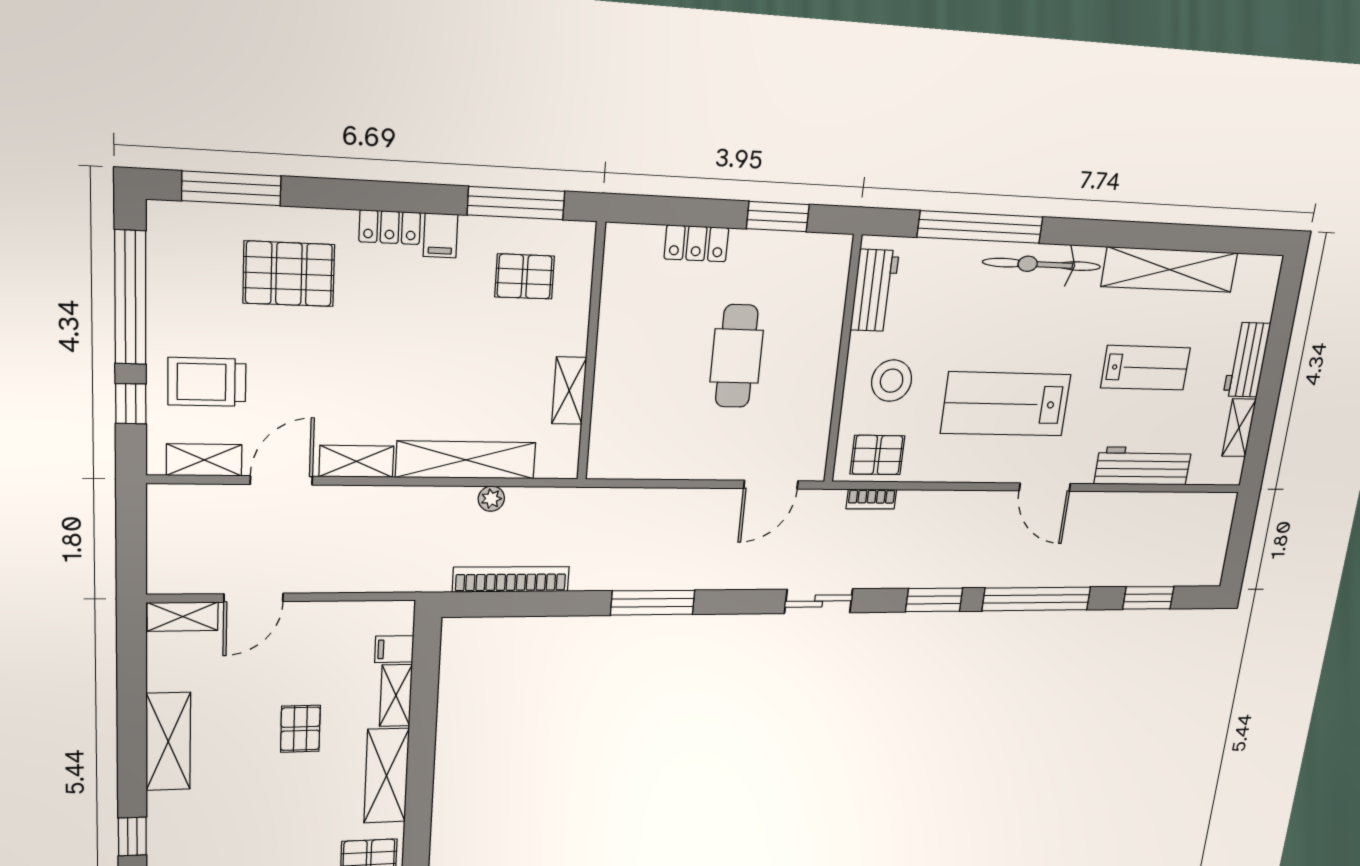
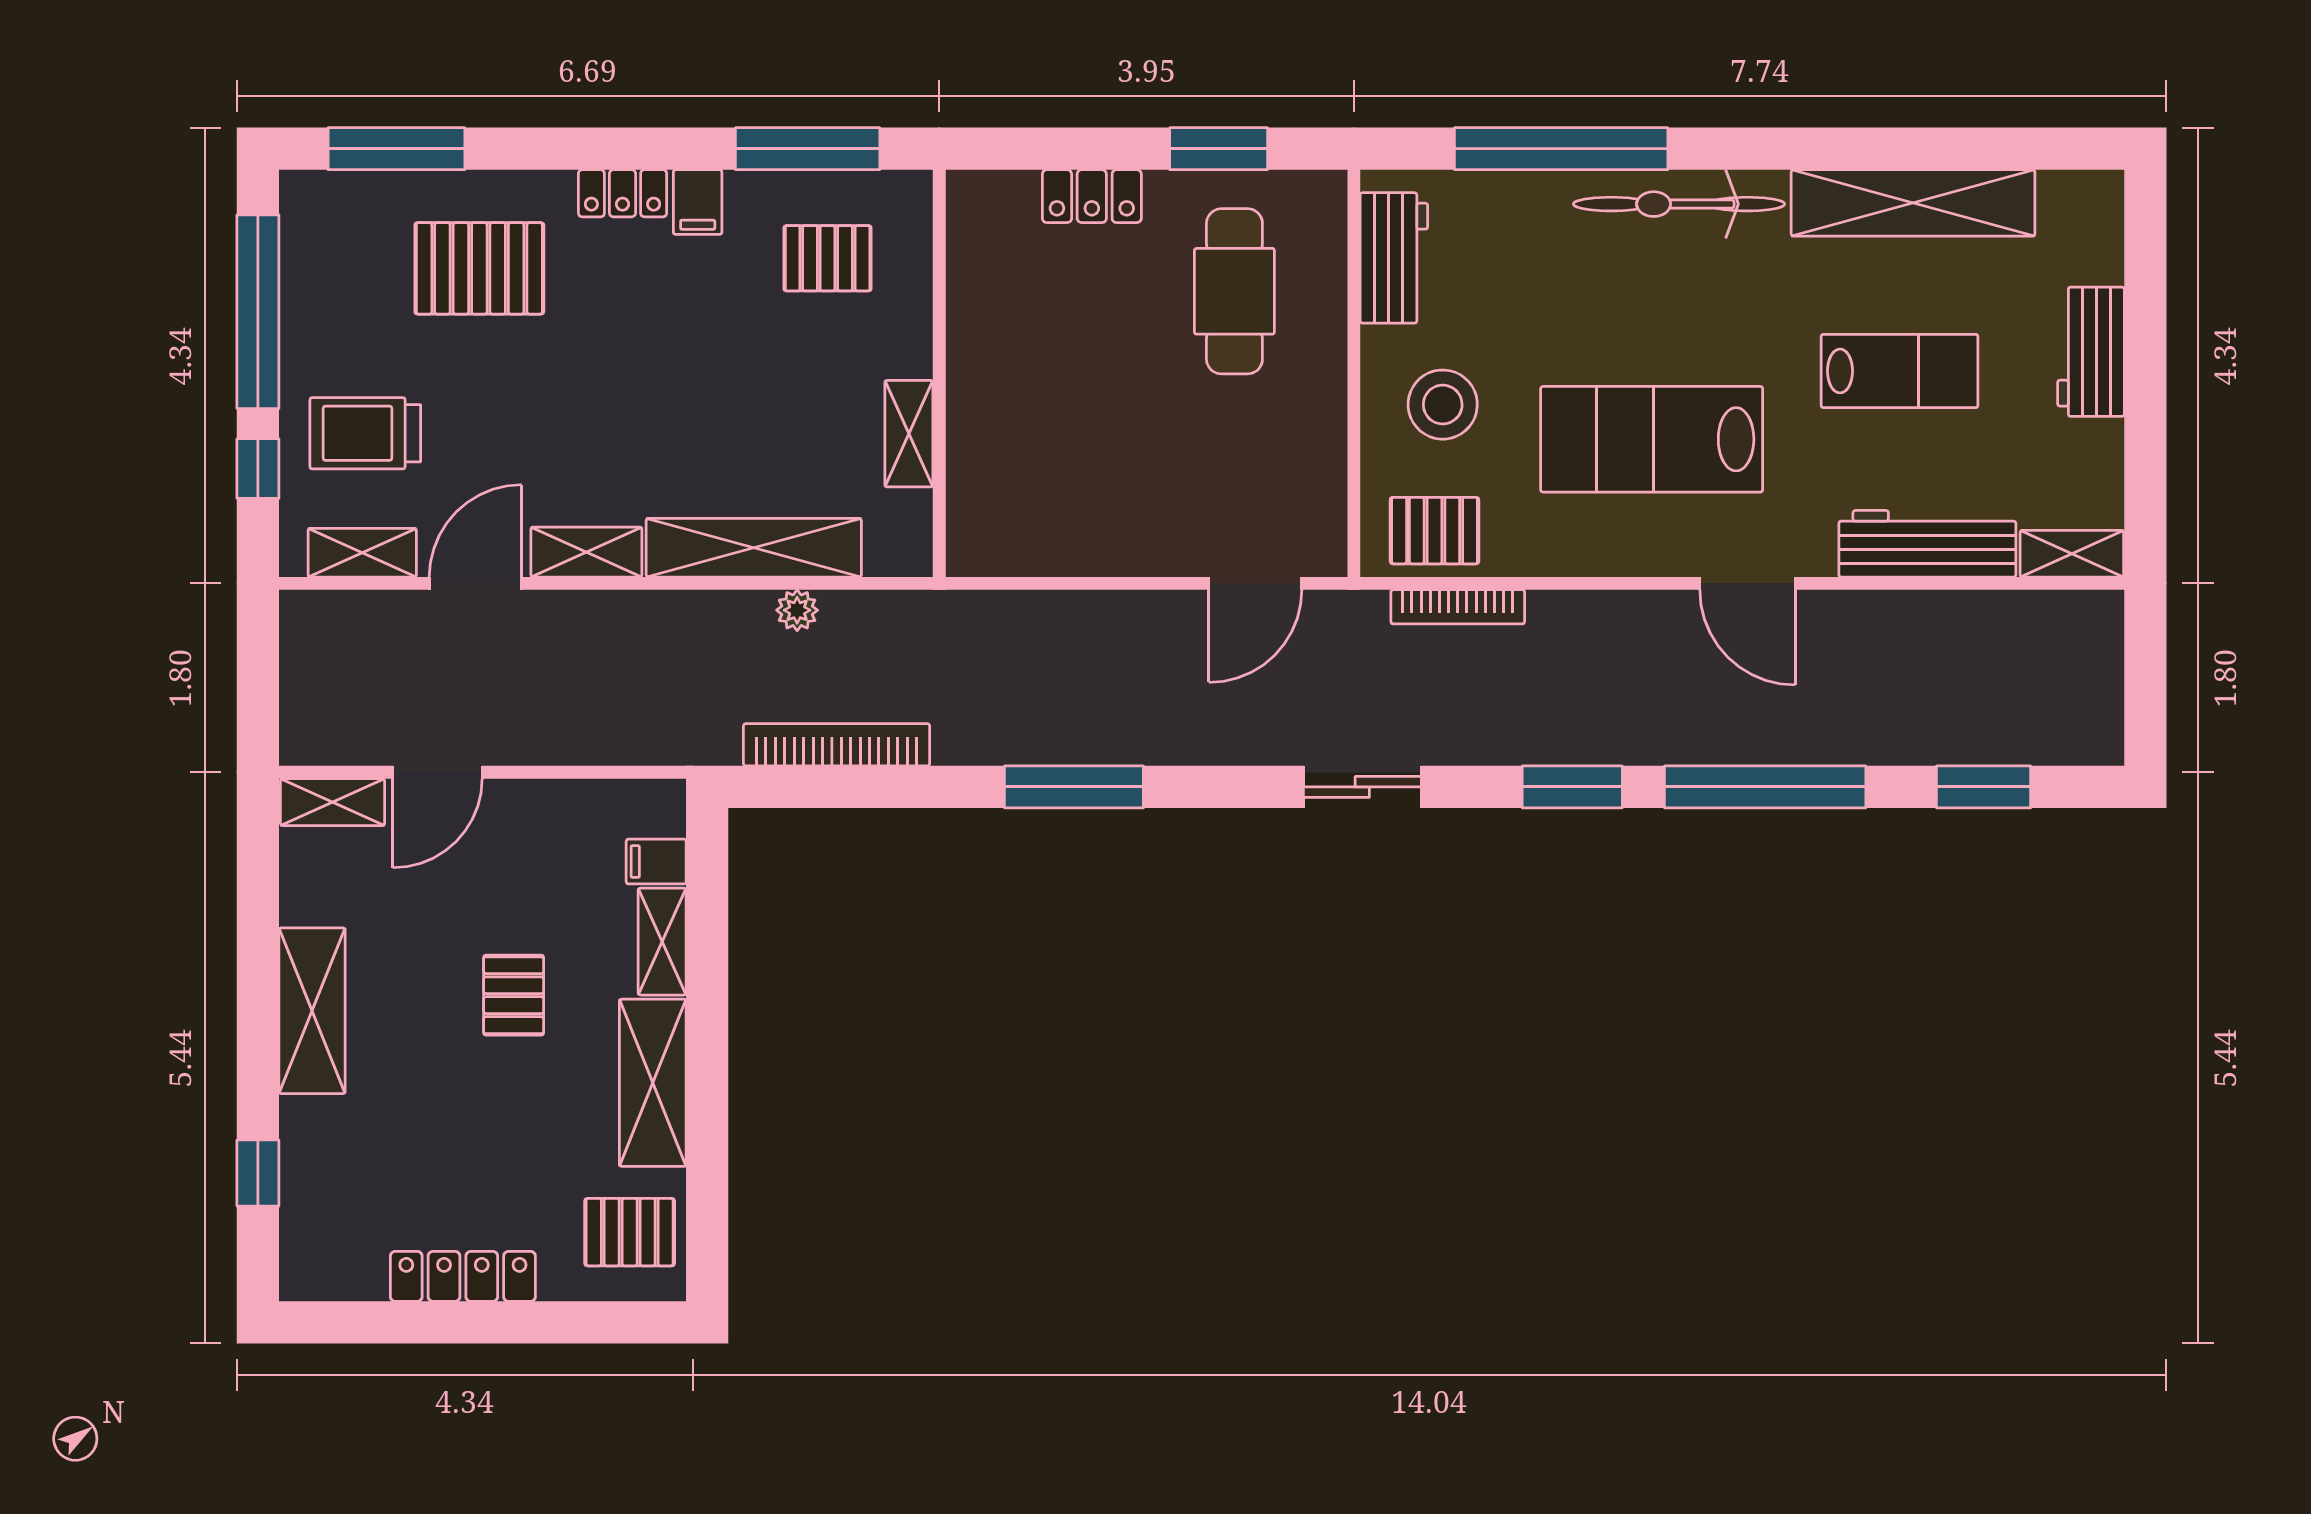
cafe table: (737, 356) -> (1234, 291), moved
shelving: (1239, 428) -> (2072, 554), moved, turned 90
bookcase: (871, 499) -> (1458, 607), width x1.56

